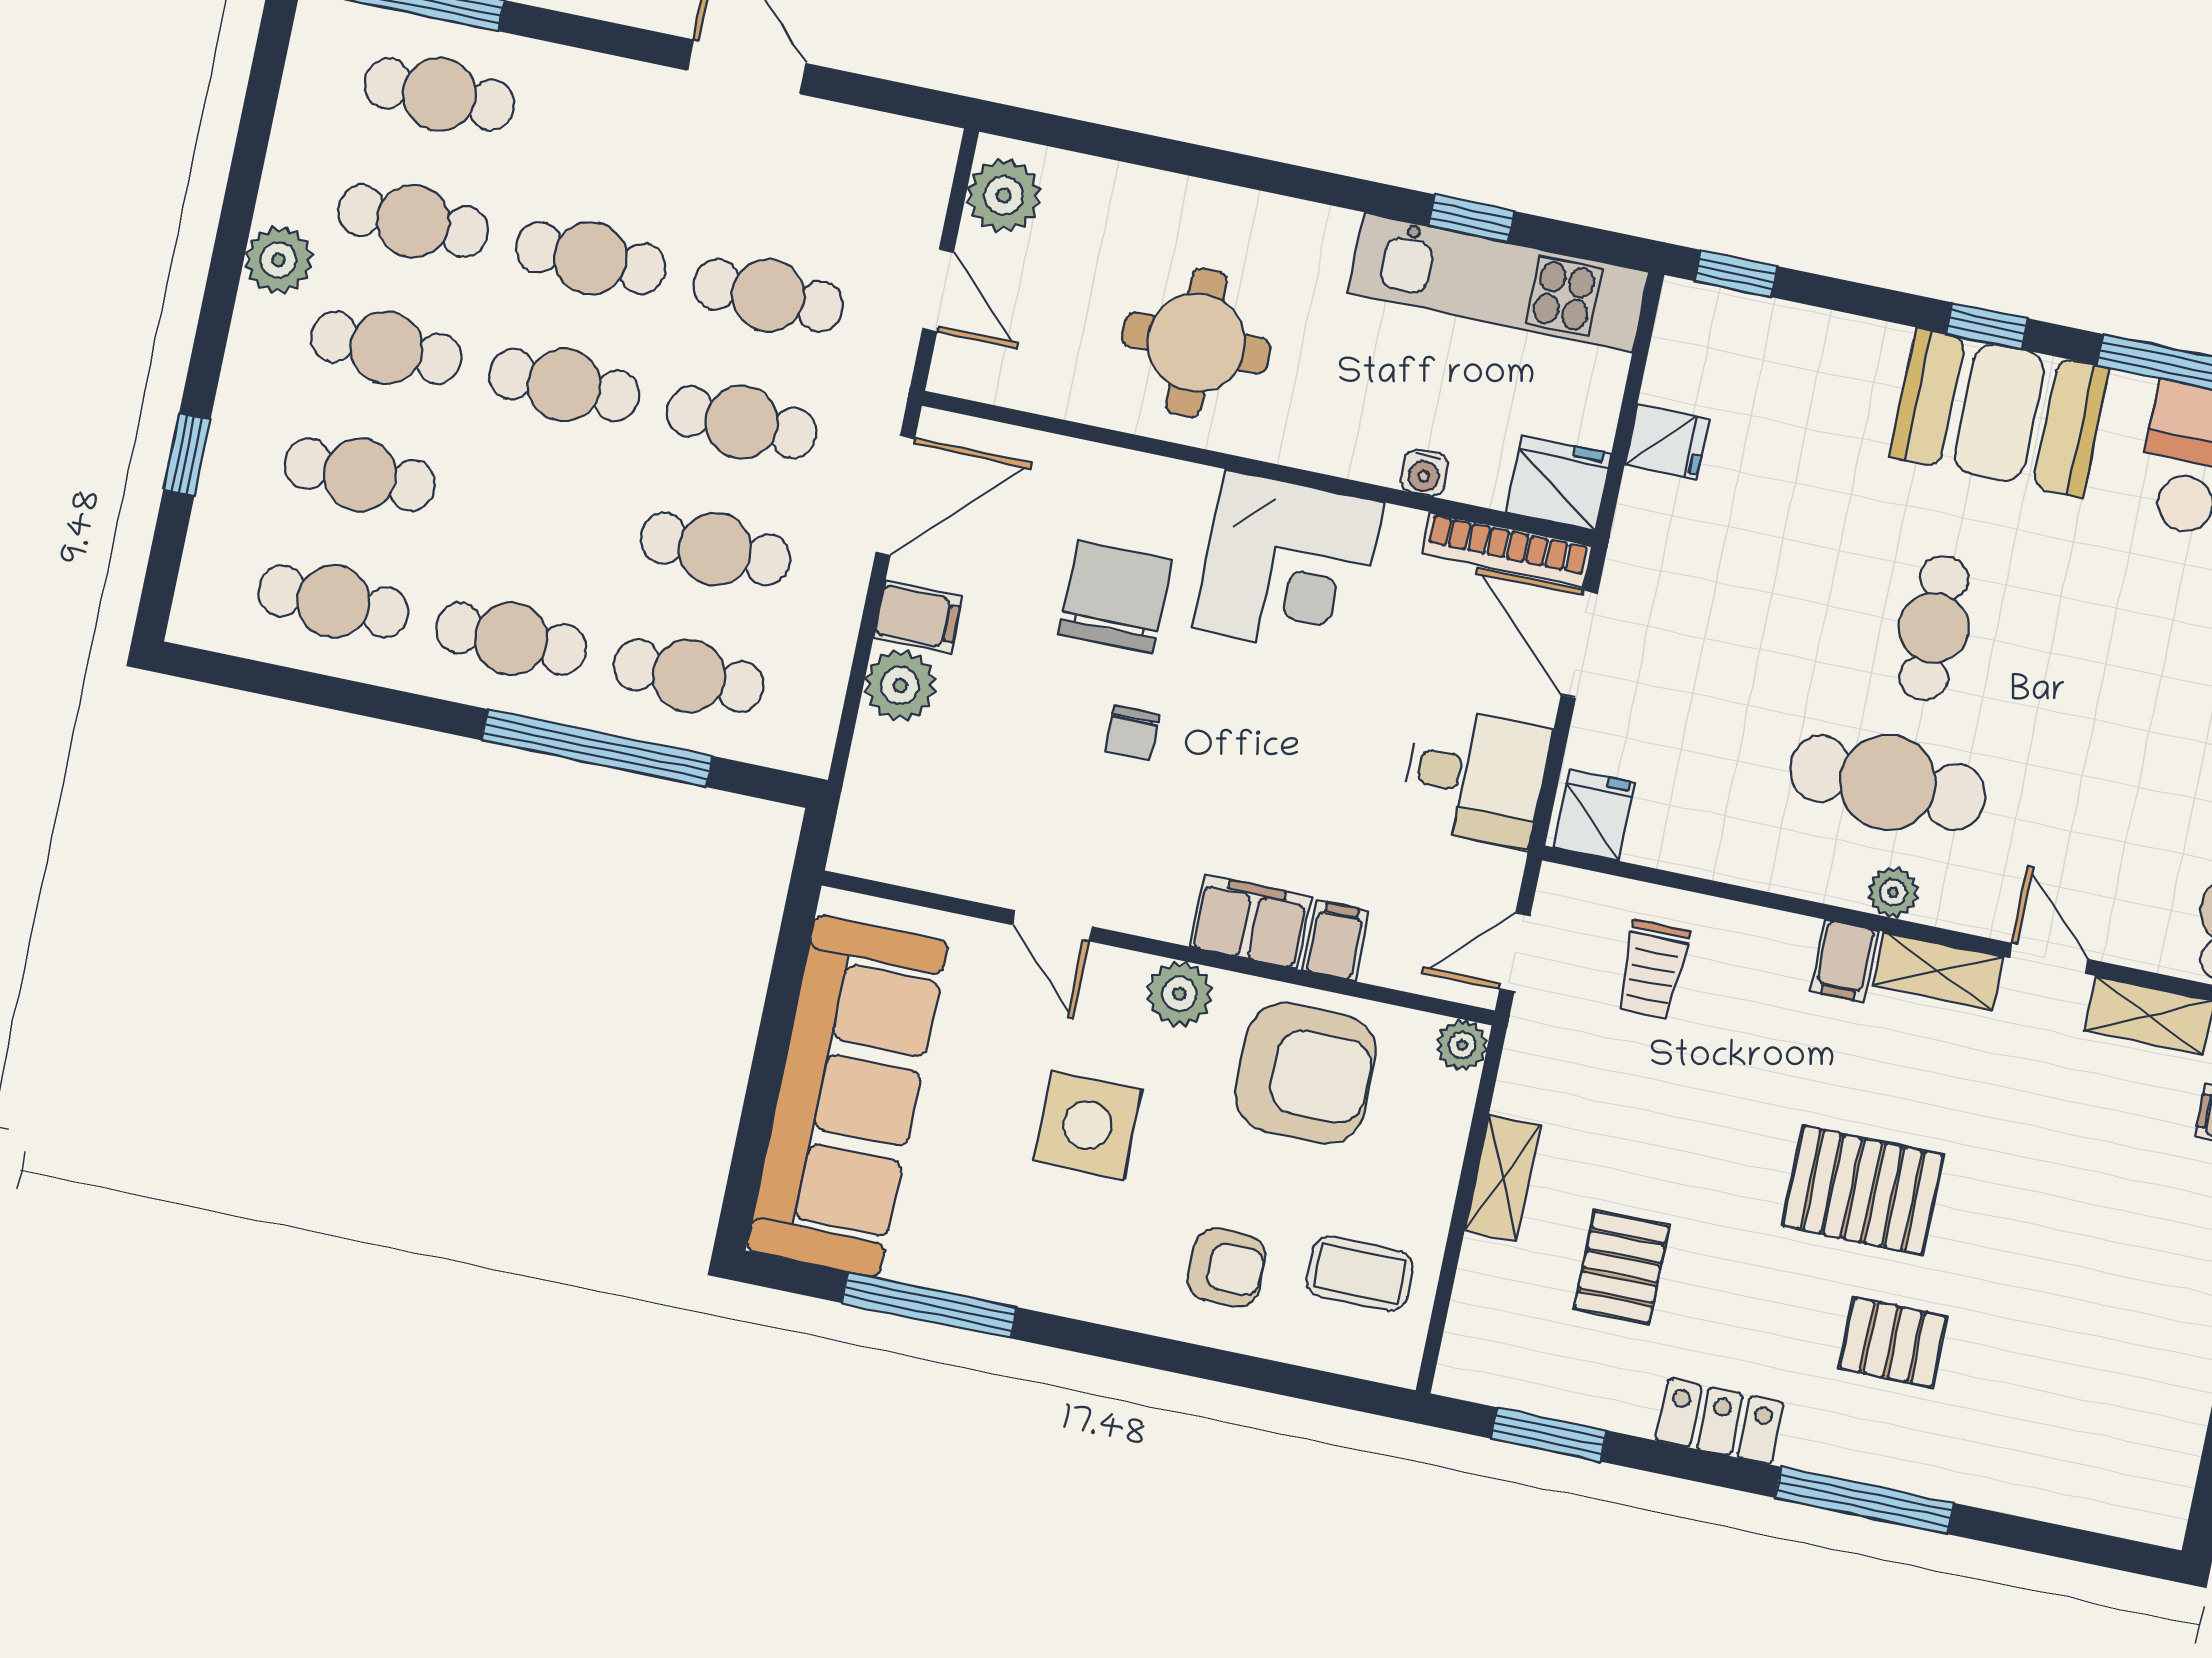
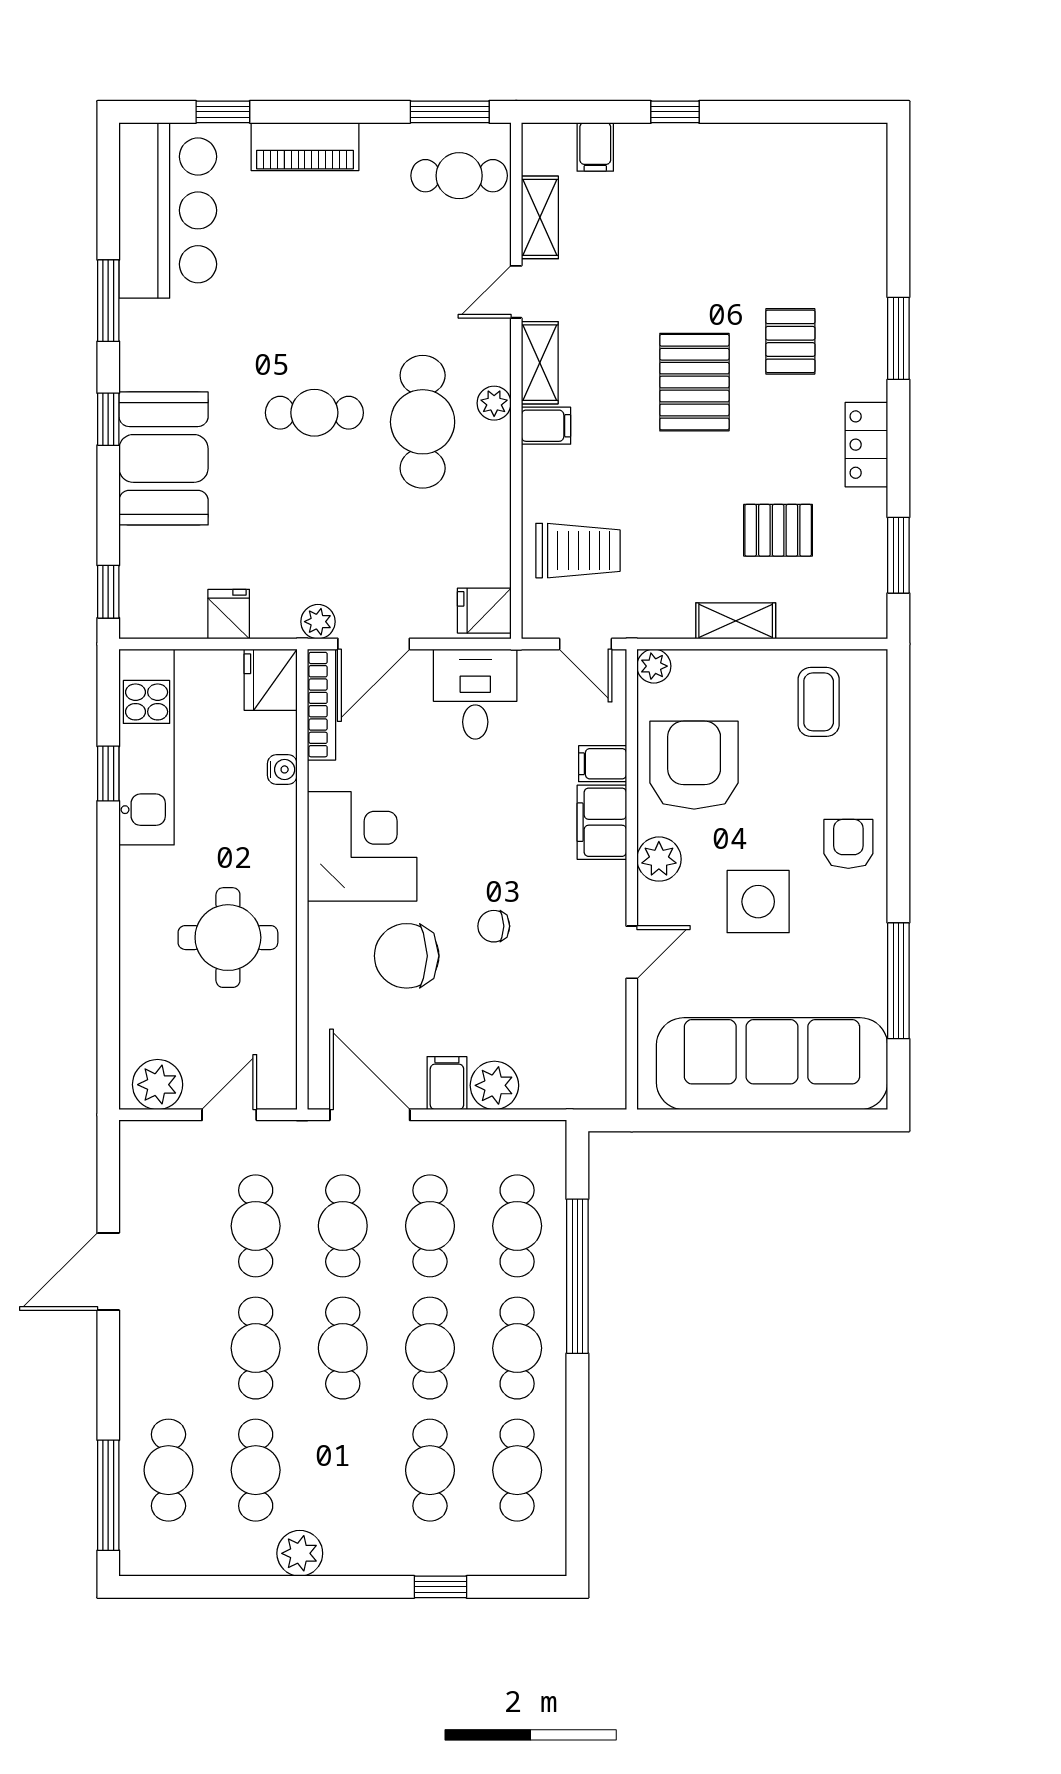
cafe table: (386, 348) -> (430, 1348), moved
booth: (1999, 413) -> (164, 458), moved
plant: (1629, 570) -> (318, 622), added
chair: (1132, 733) -> (494, 926), turned 180
trolley: (1653, 970) -> (578, 551), width x1.36, depth x1.39
armchair: (1227, 1268) -> (848, 844), moved
window: (1864, 1500) -> (898, 338), width x0.69

